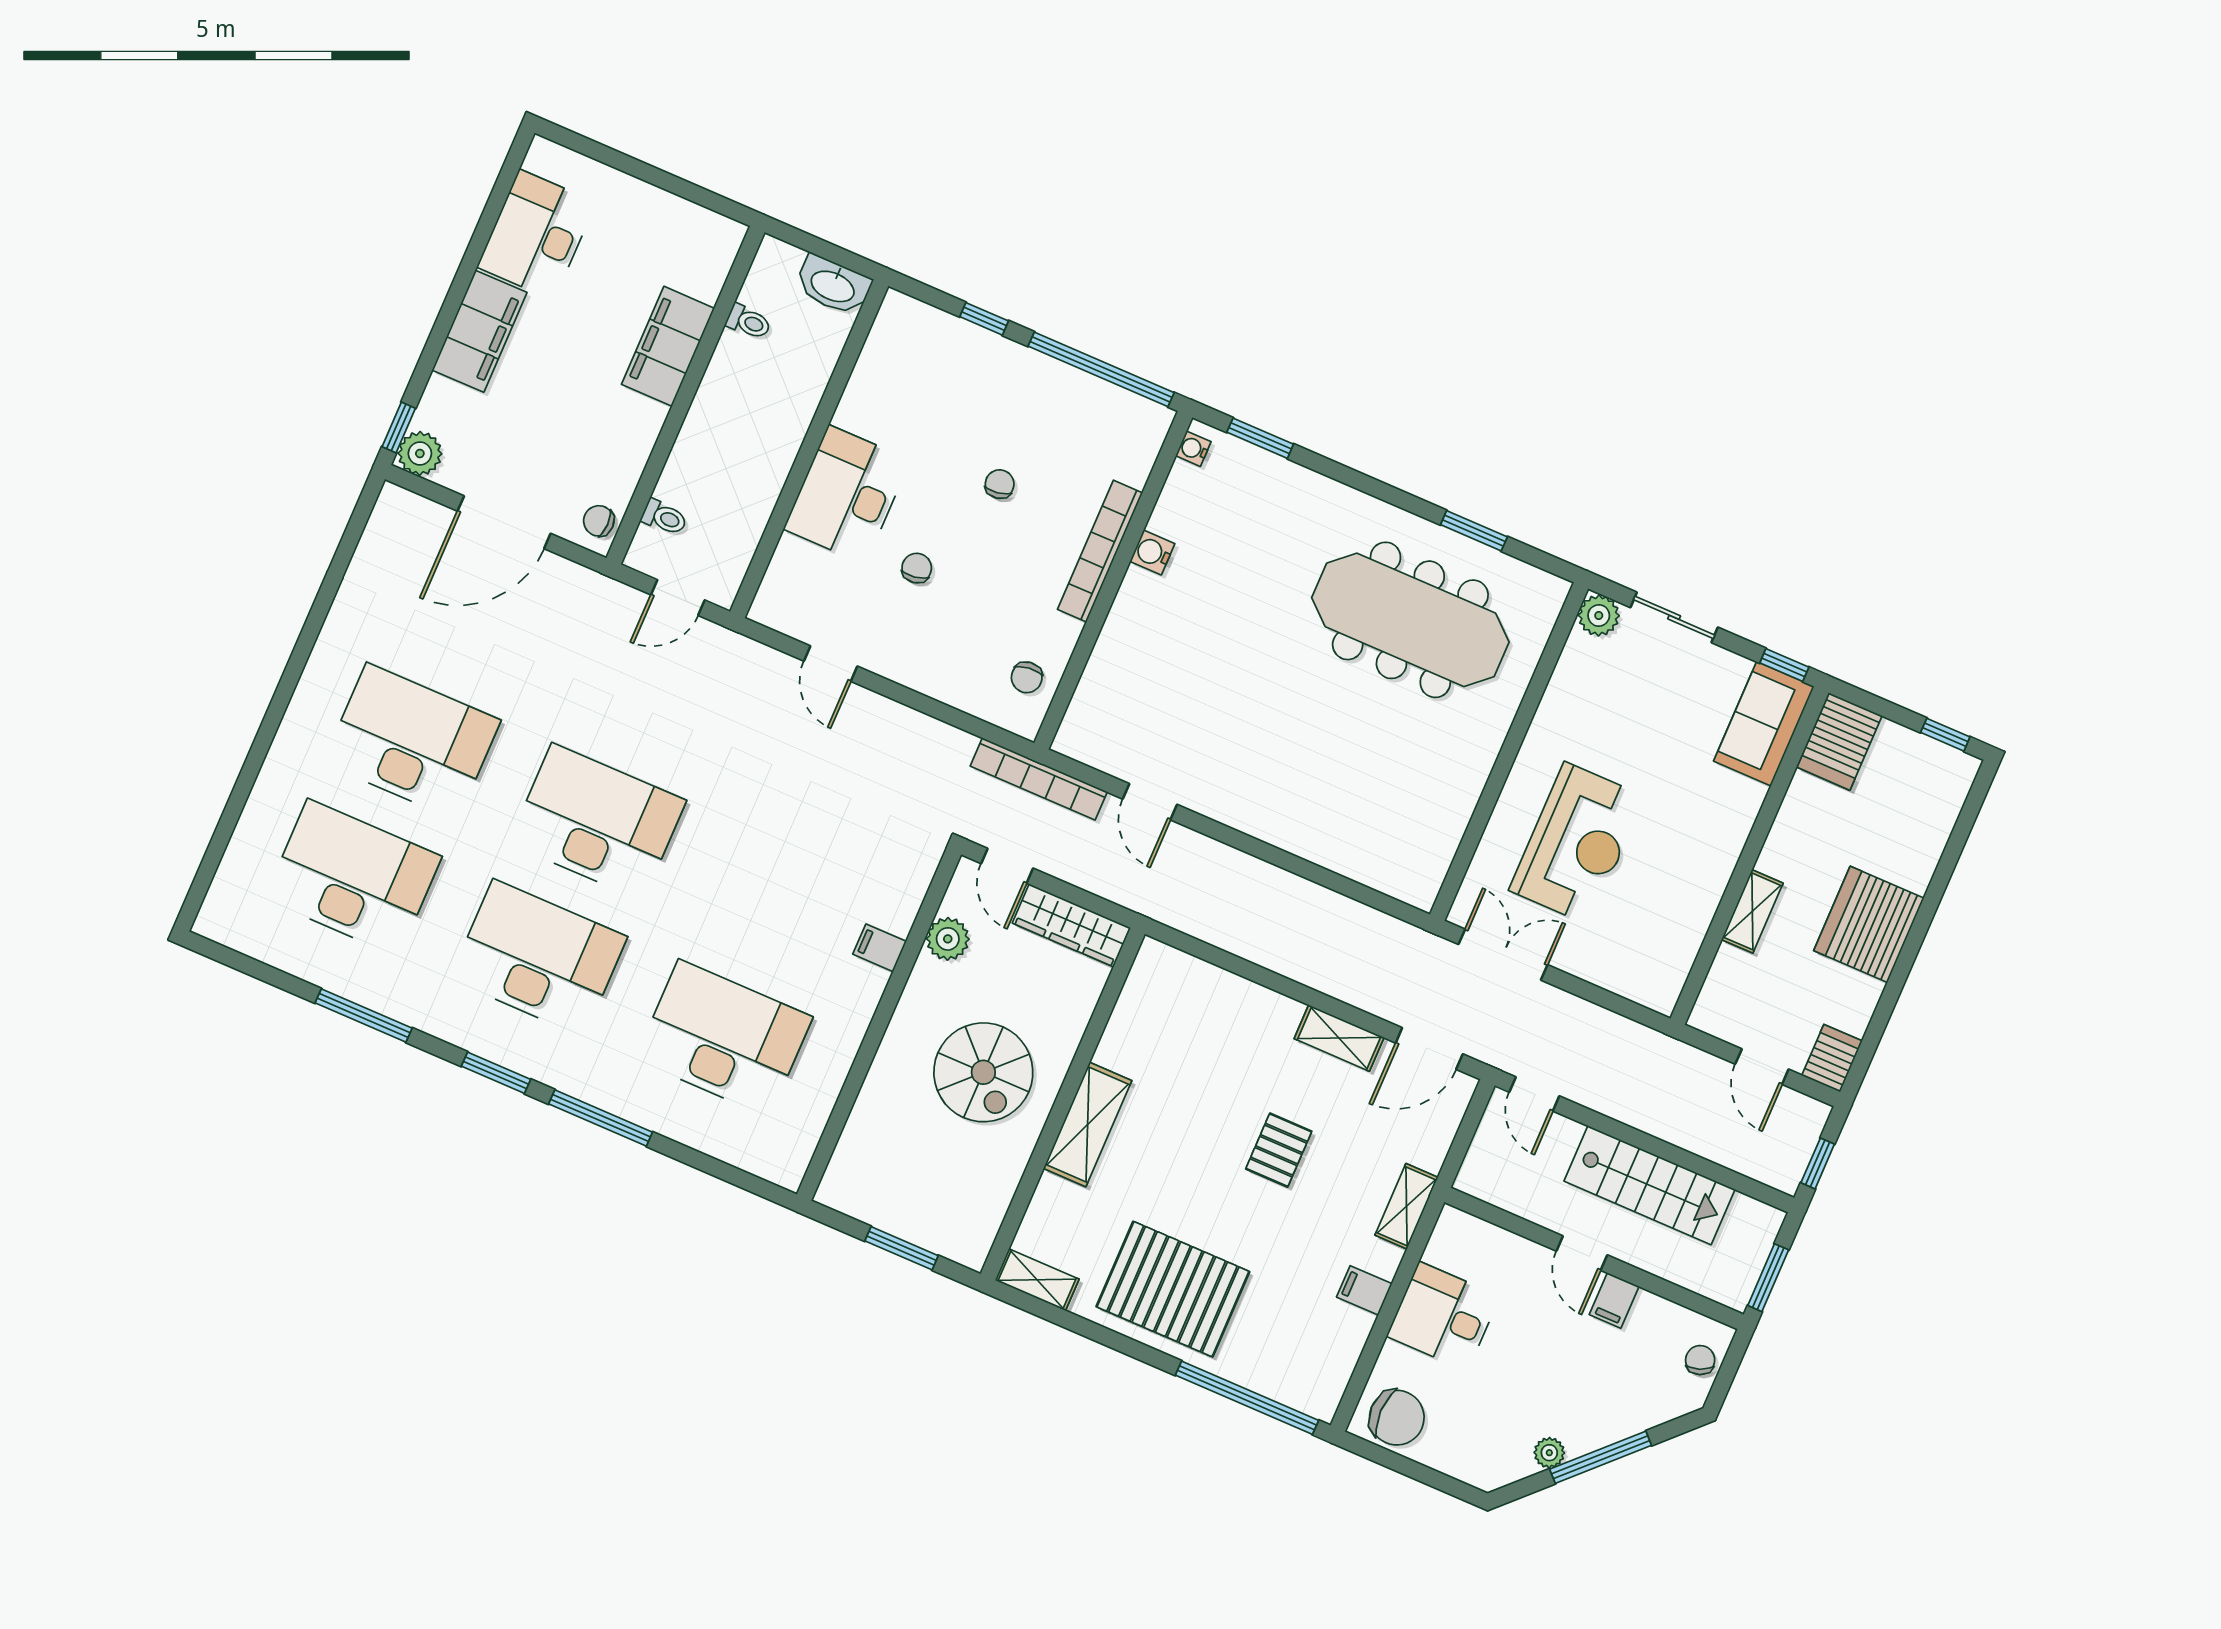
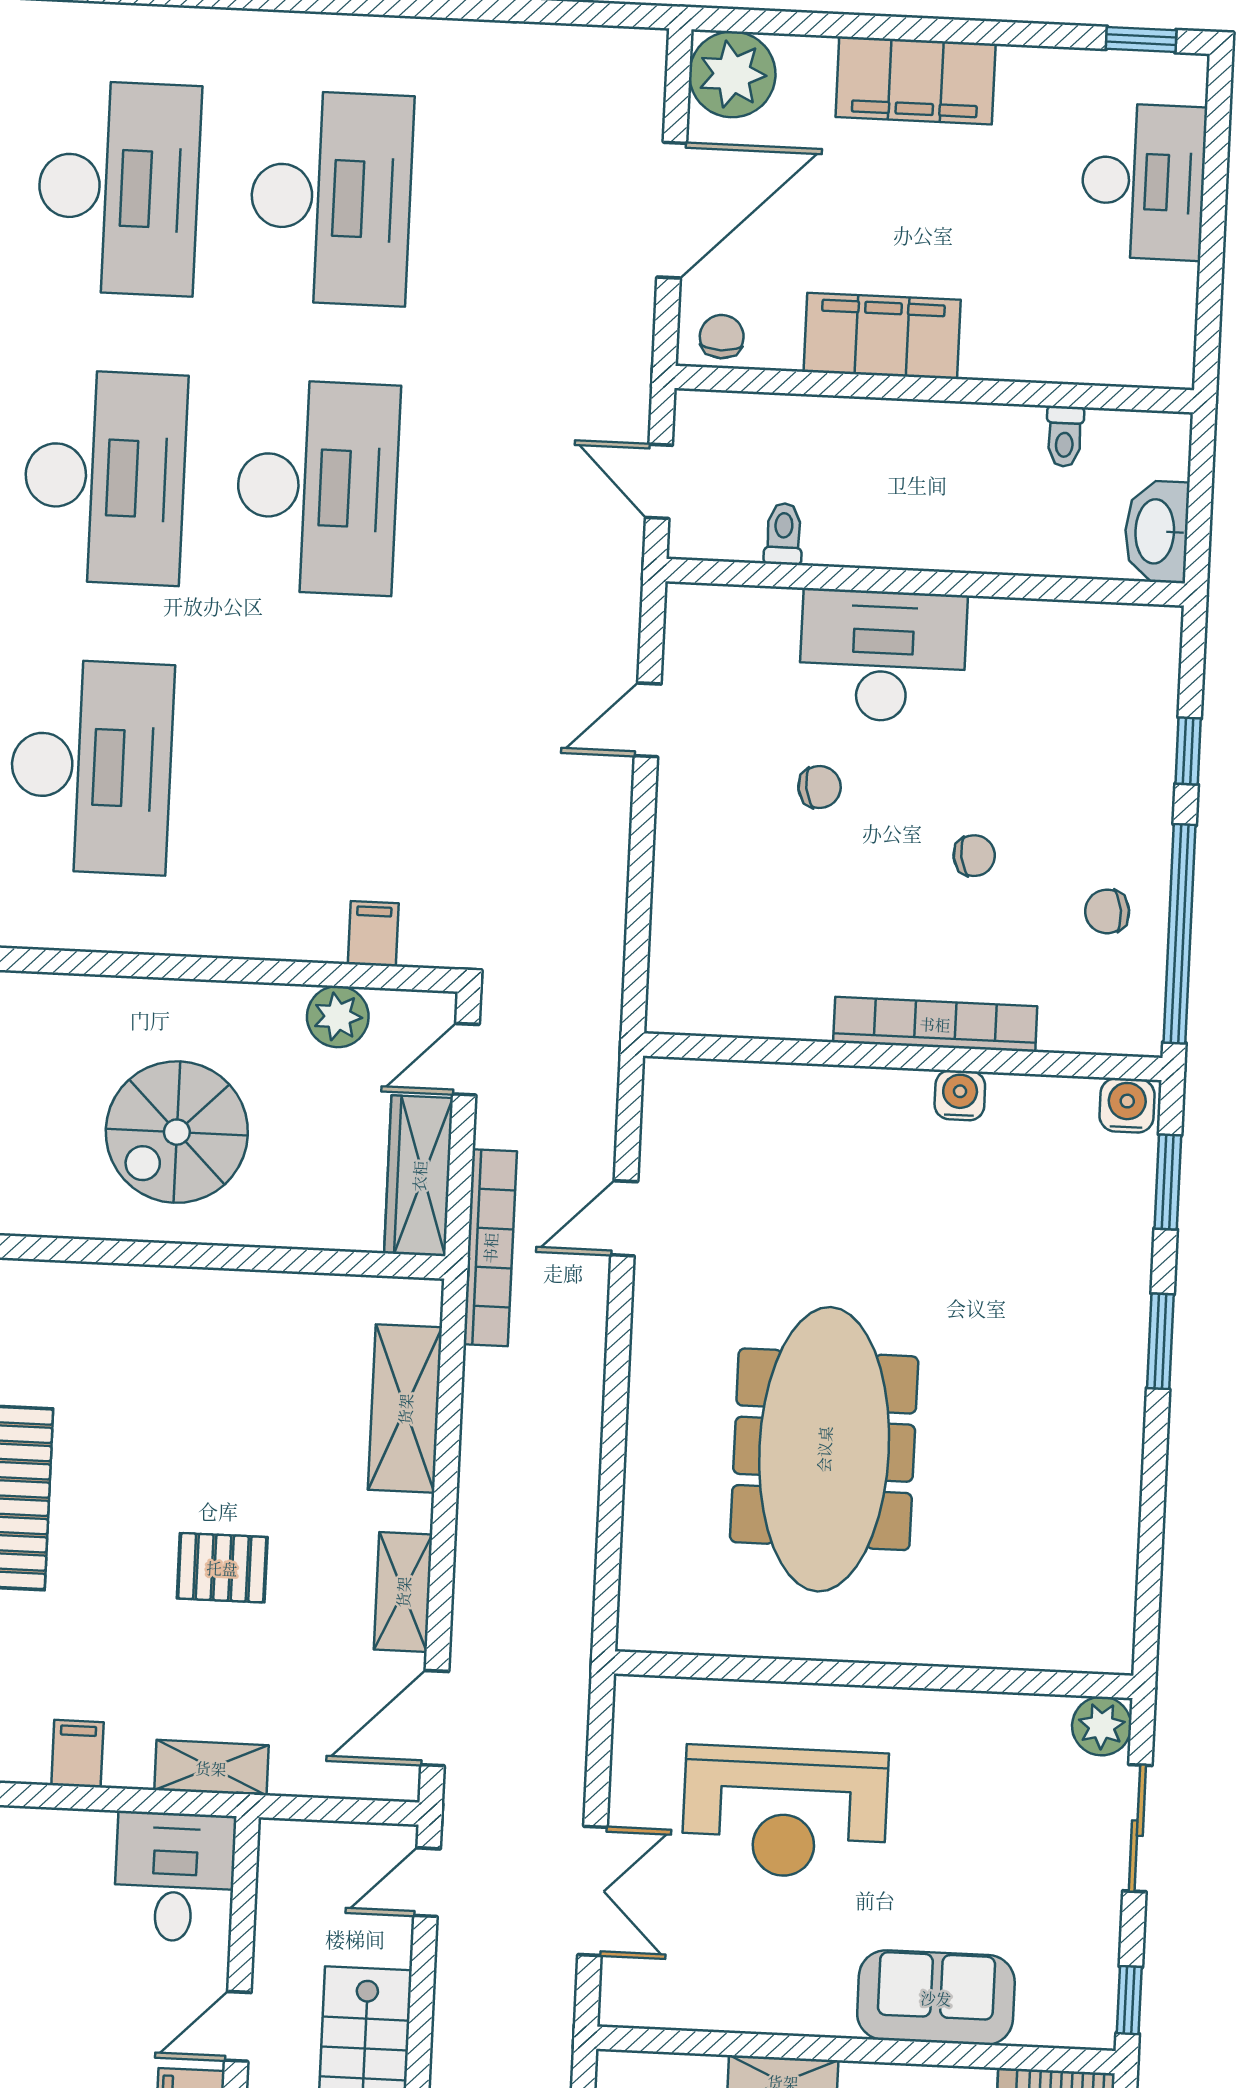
desk: (537, 235) -> (1143, 181), moved, turned 90
filing cabinet: (668, 346) -> (882, 336), moved
window: (399, 427) -> (1141, 39), moved
water cooler: (1193, 449) -> (1127, 1105), width x1.38, depth x1.38
plant: (420, 453) -> (732, 74), width x1.36, depth x1.36
toilet: (664, 517) -> (784, 534), moved, turned 180
door: (504, 522) -> (672, 210), swing flipped
window: (1474, 531) -> (1160, 1341), moved
meeting table: (1410, 620) -> (824, 1449), moved
chair: (1027, 677) -> (1107, 911), moved
sofa: (1764, 724) -> (936, 1998), moved
bookcase: (1039, 779) -> (490, 1248), moved, turned 180
filing cabinet: (880, 948) -> (373, 934), moved
double door: (1503, 955) -> (592, 1891), moved
door: (1429, 1049) -> (435, 1718), hinge flipped
shelving: (1088, 1124) -> (405, 1409), moved, turned 90
desk: (1443, 1316) -> (175, 1877), moved

